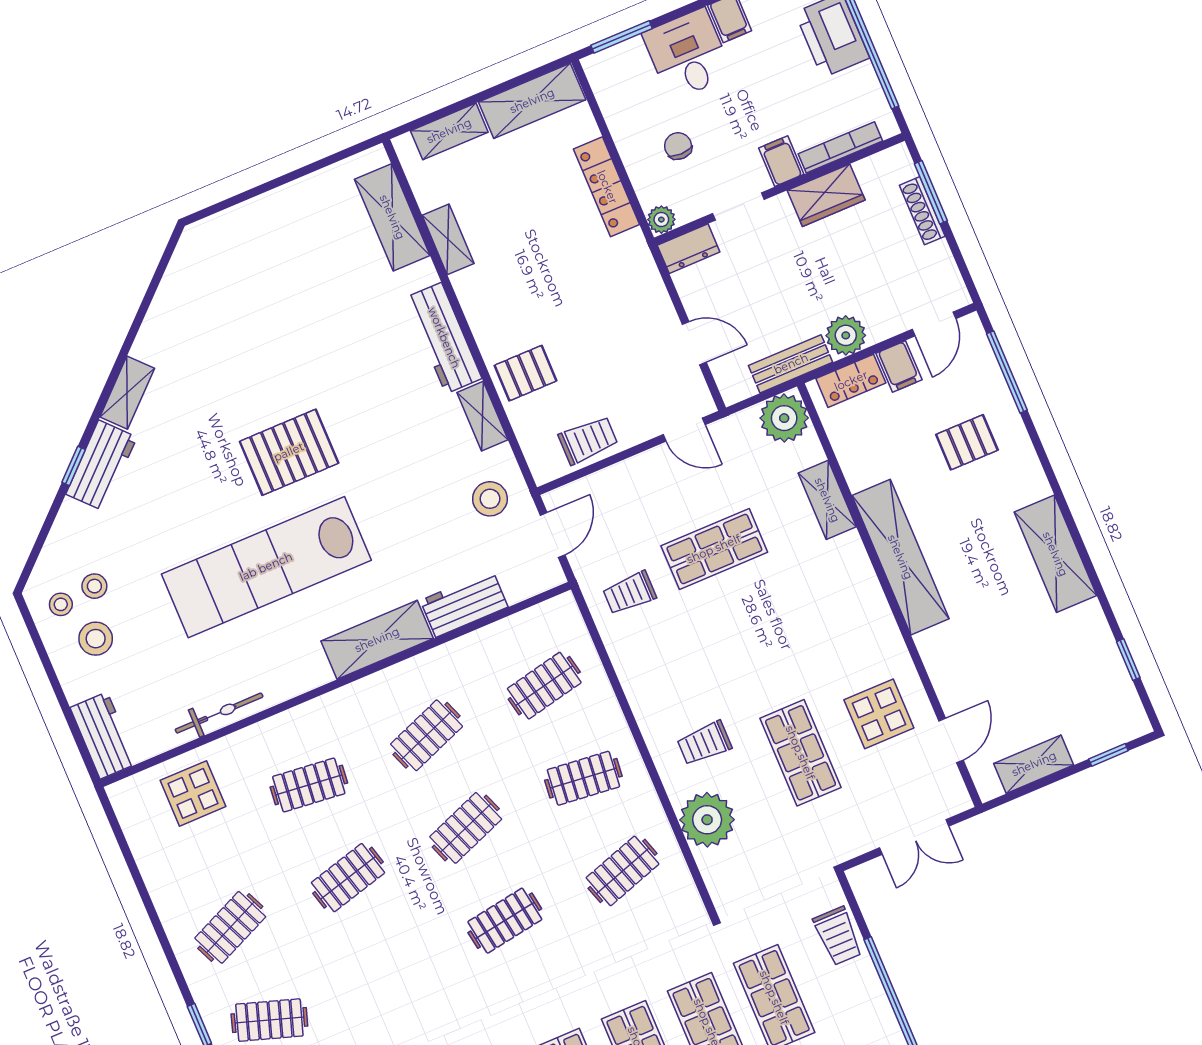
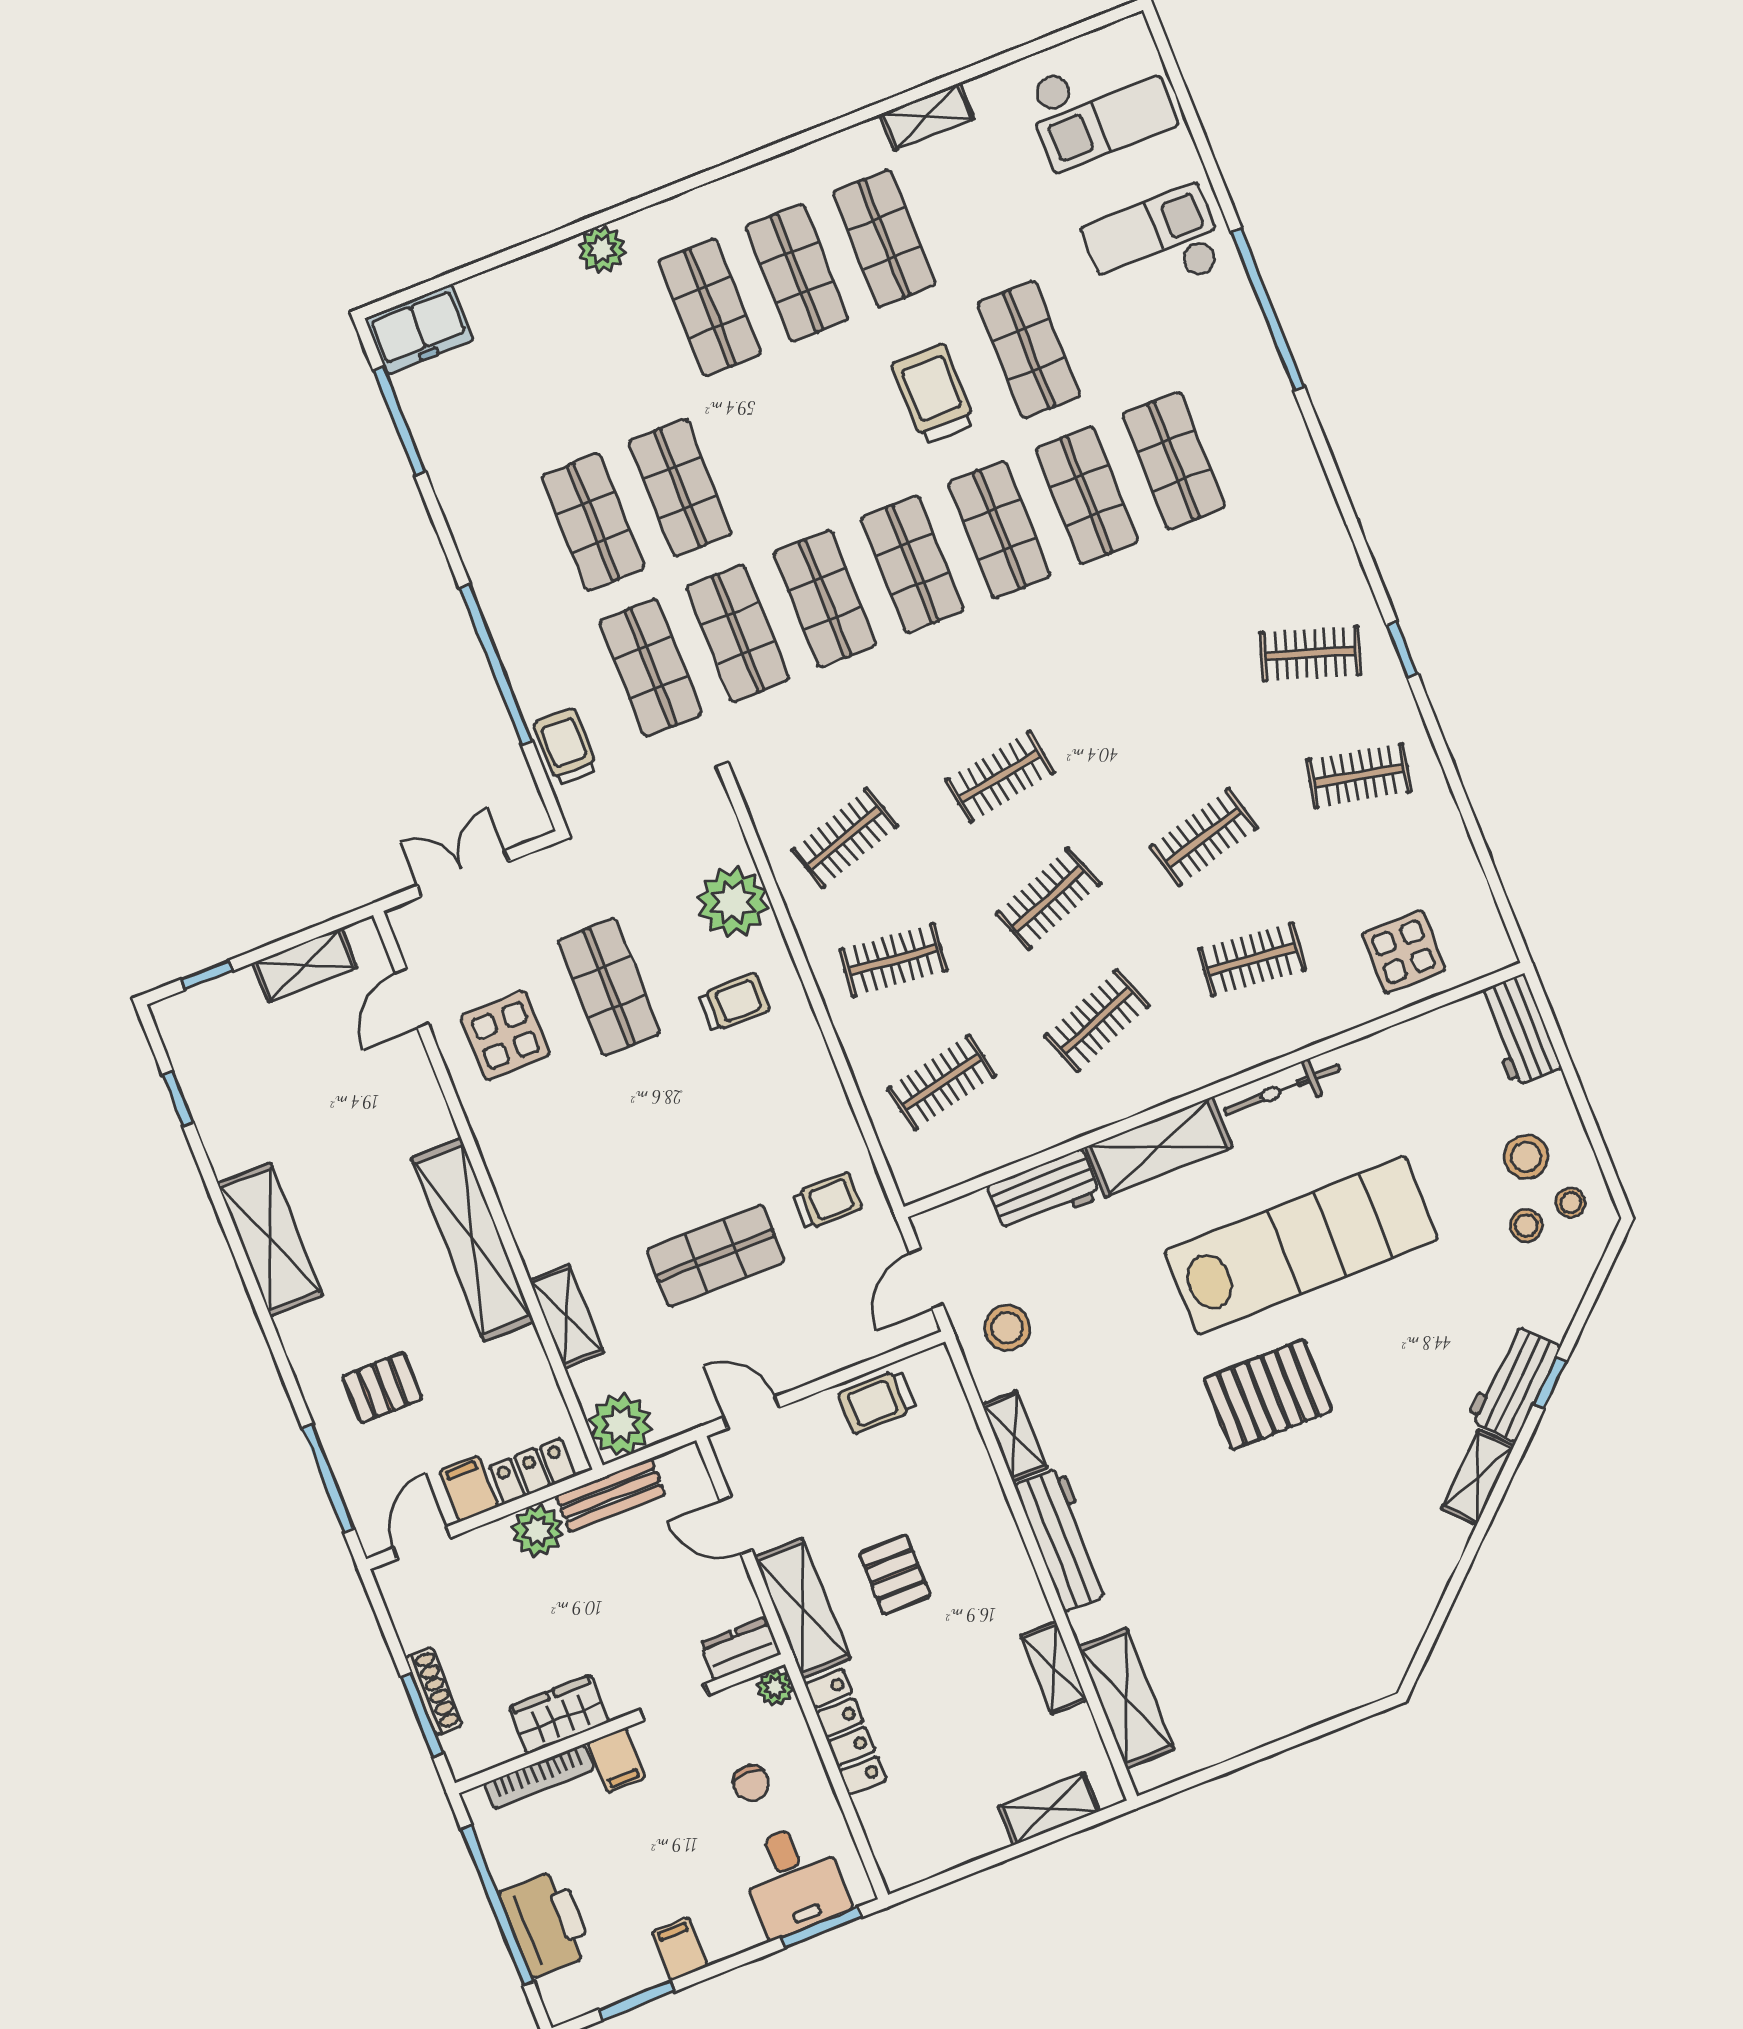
desk: (688, 54) -> (794, 1880), moved
shelving: (532, 101) -> (802, 1608), moved, turned 90
pallet: (526, 373) -> (895, 1575), moved, turned 90
bicycle: (219, 713) -> (1282, 1090), moved
clothes rail: (230, 927) -> (1359, 776), turned 36

